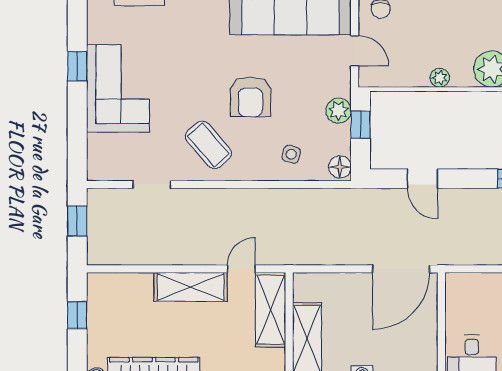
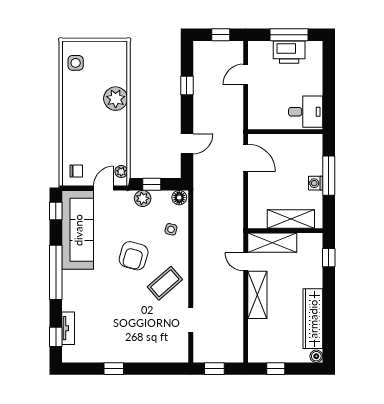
plant: (440, 78) -> (121, 172), moved
corner sofa: (118, 89) -> (128, 342), removed
armchair: (251, 97) -> (134, 256), turned 106
door: (401, 269) -> (246, 158), width x0.73

